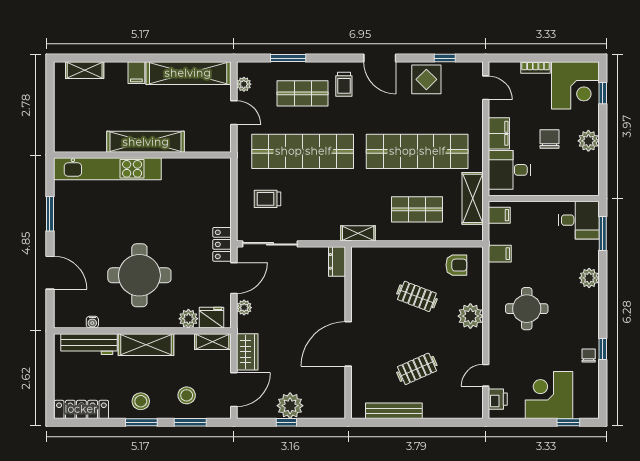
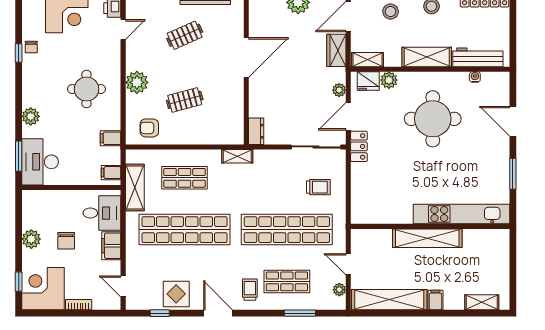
desk: (579, 220) -> (40, 162), width x1.37
clothes rail: (417, 296) -> (185, 100), turned -36

